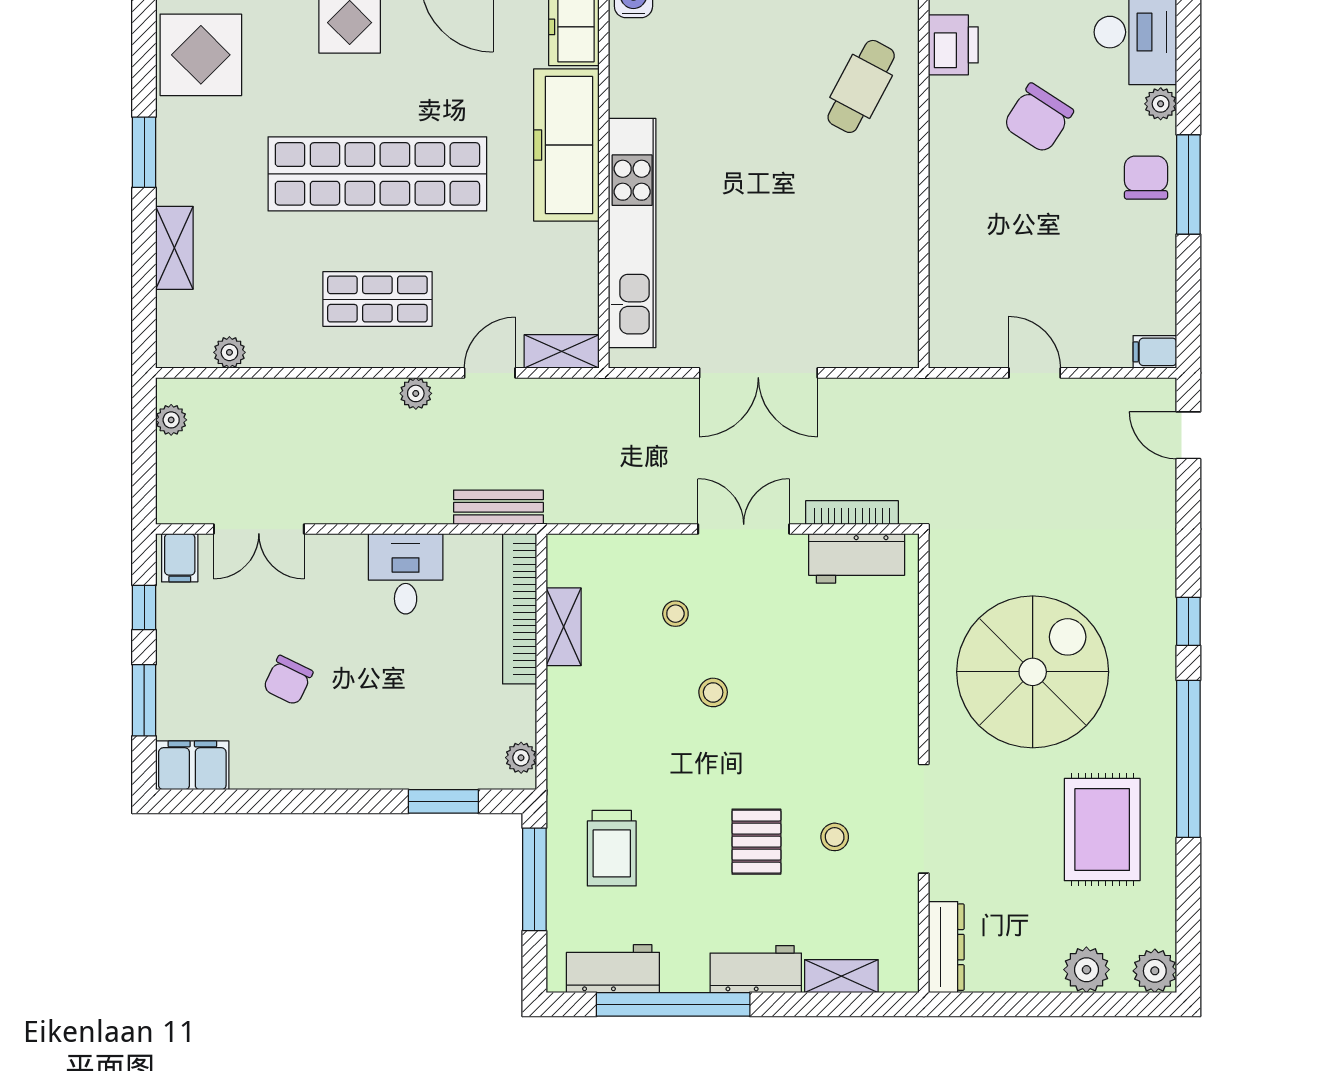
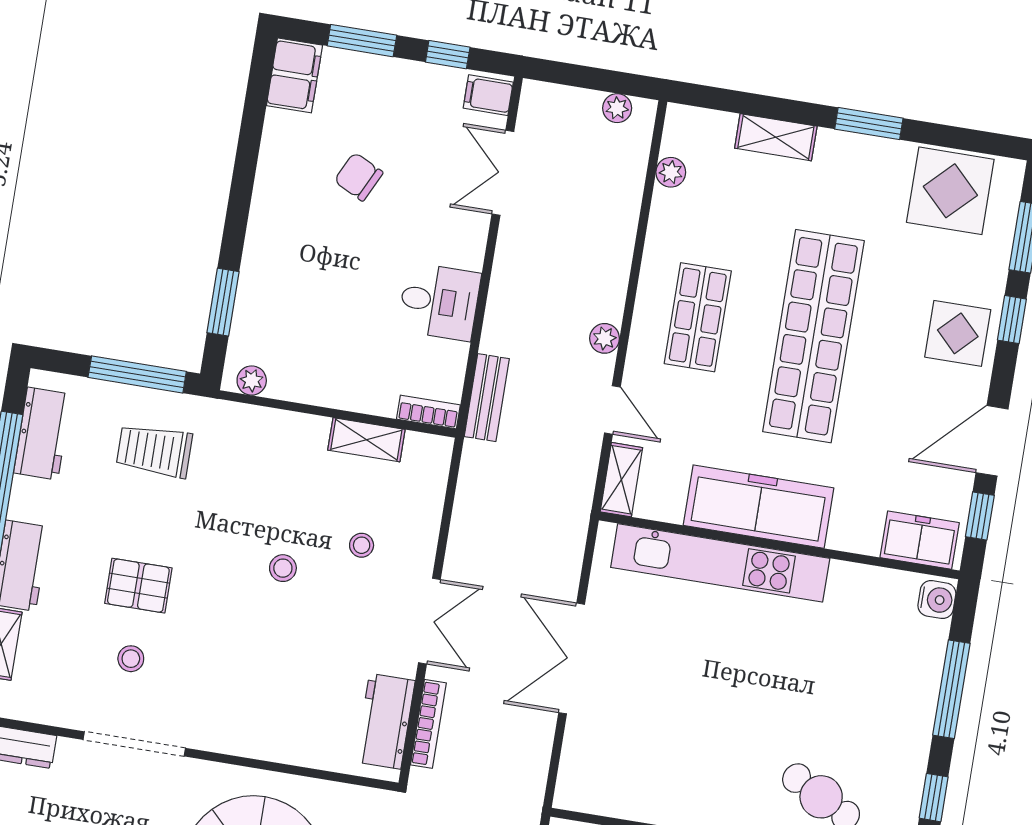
freezer: (566, 145) -> (759, 507), moved
bookcase: (520, 609) -> (428, 412), width x0.43, depth x0.76

